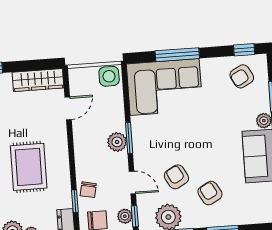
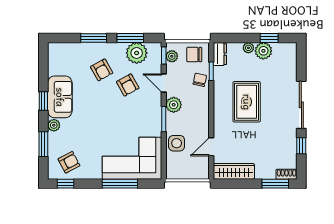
side table: (109, 76) -> (177, 143), moved
plant: (117, 142) -> (174, 105), moved

